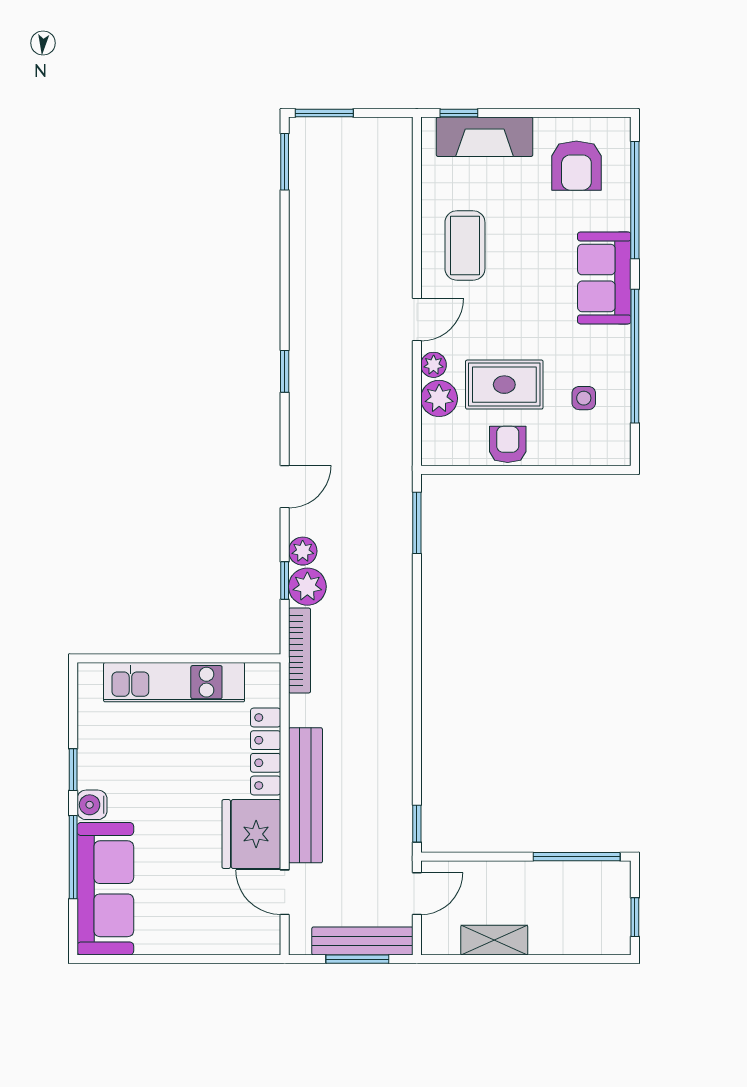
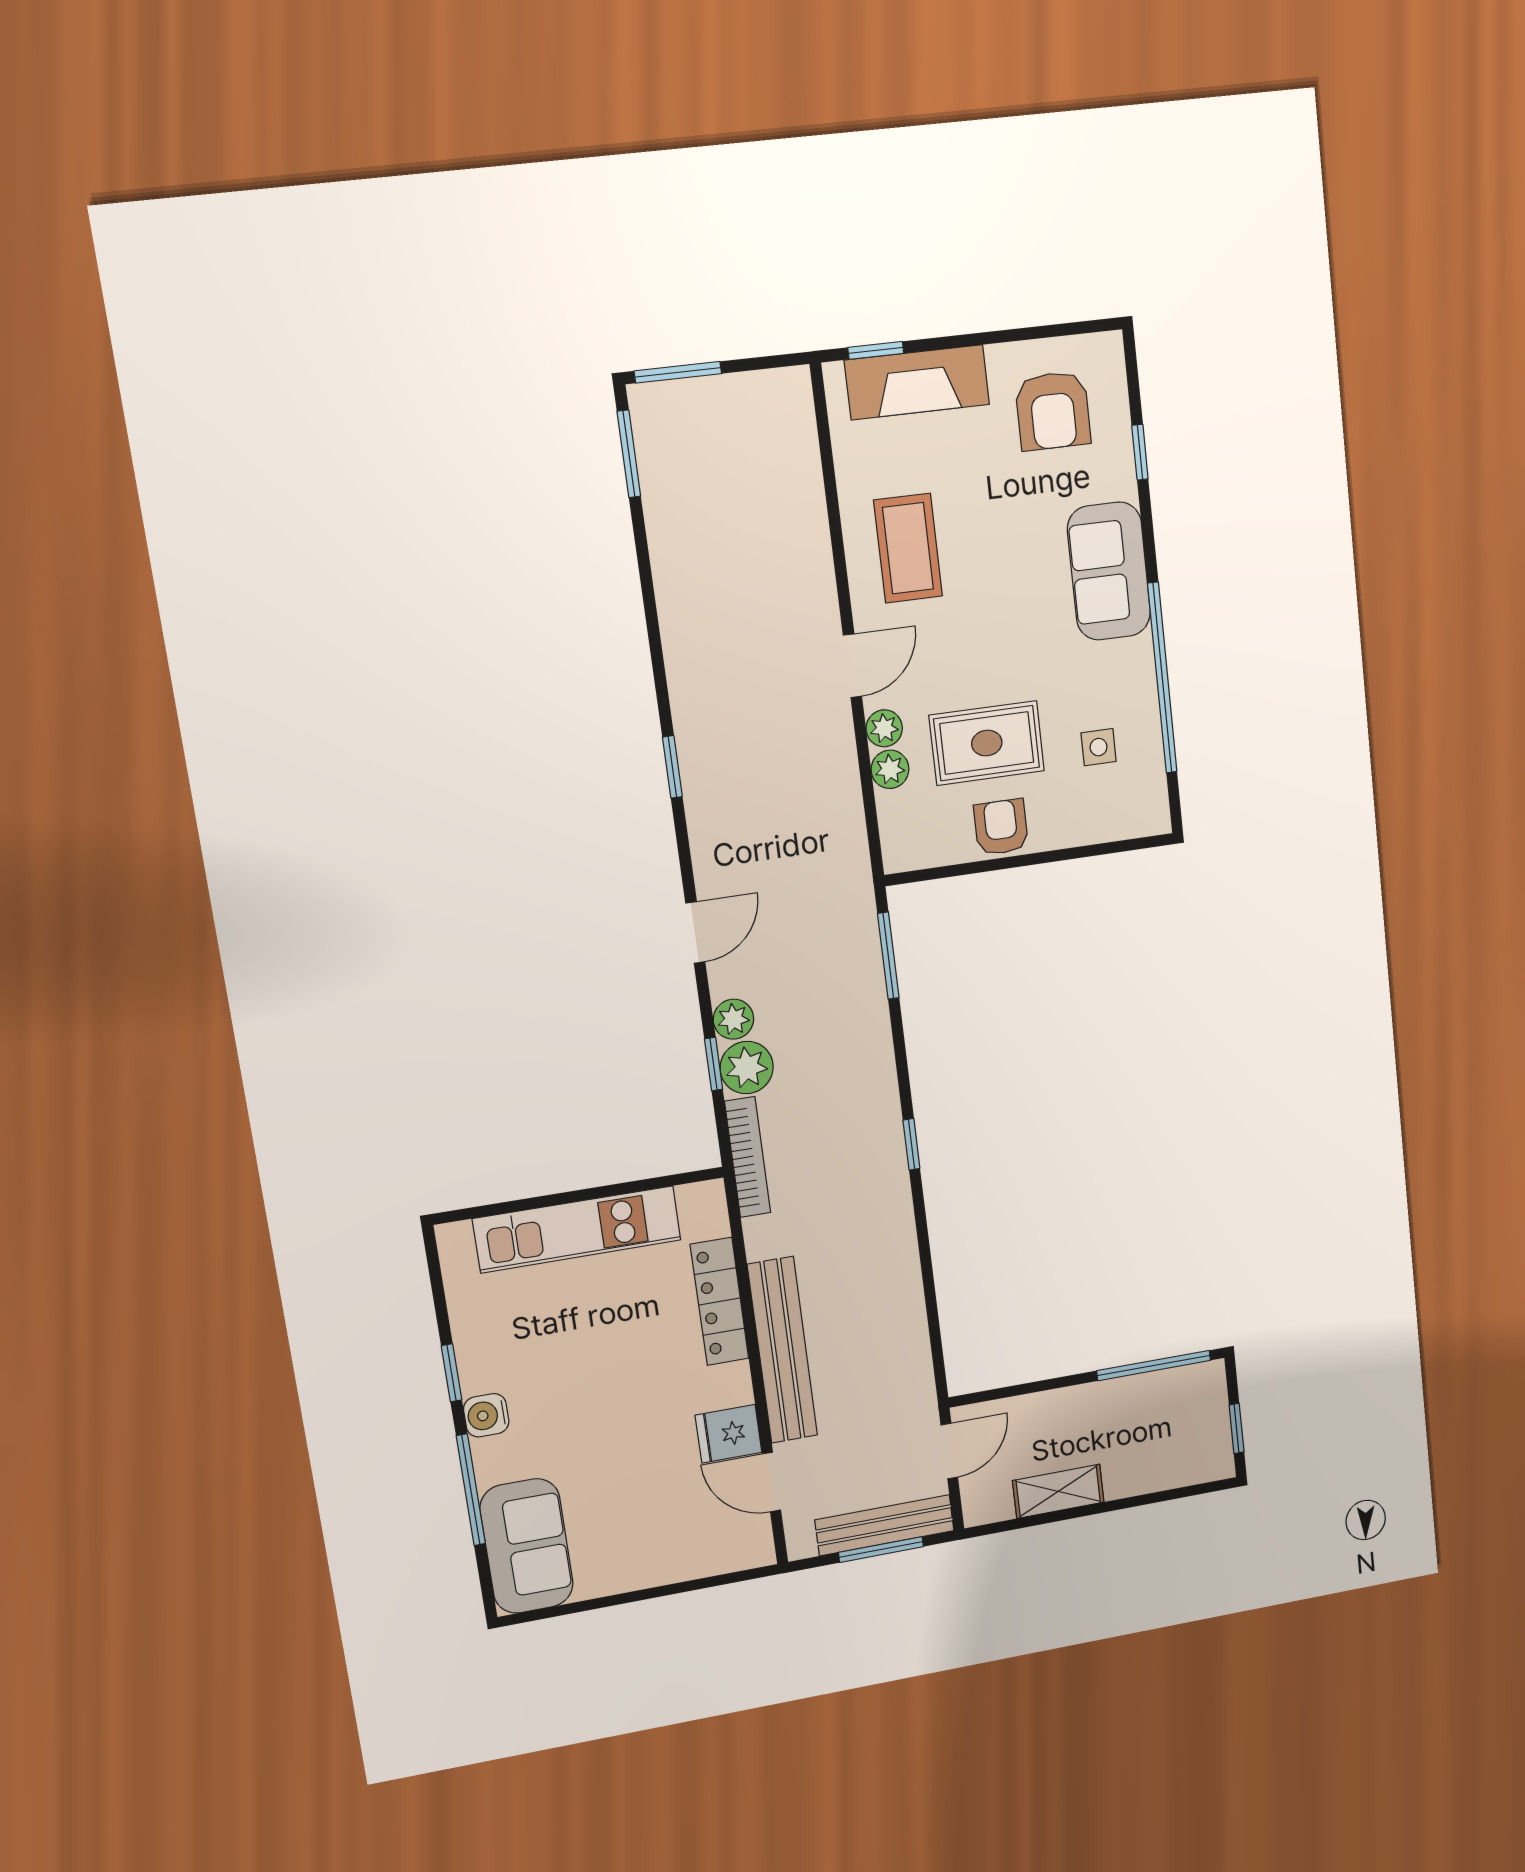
window: (635, 200) -> (1140, 452), width x0.32
plant: (439, 398) -> (890, 769), width x0.73, depth x0.73
window: (417, 824) -> (912, 1144), moved
fridge: (251, 834) -> (729, 1434), width x0.53, depth x0.75
sofa: (105, 889) -> (527, 1546), width x0.73

